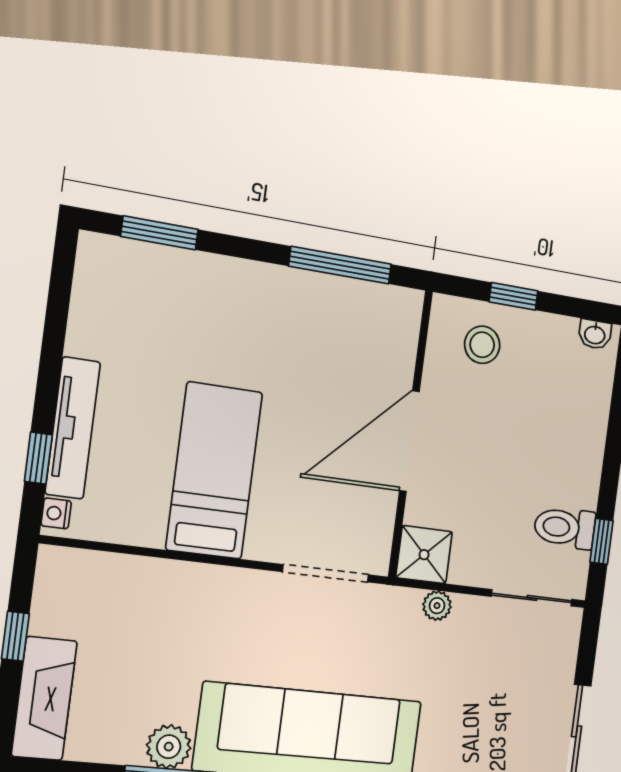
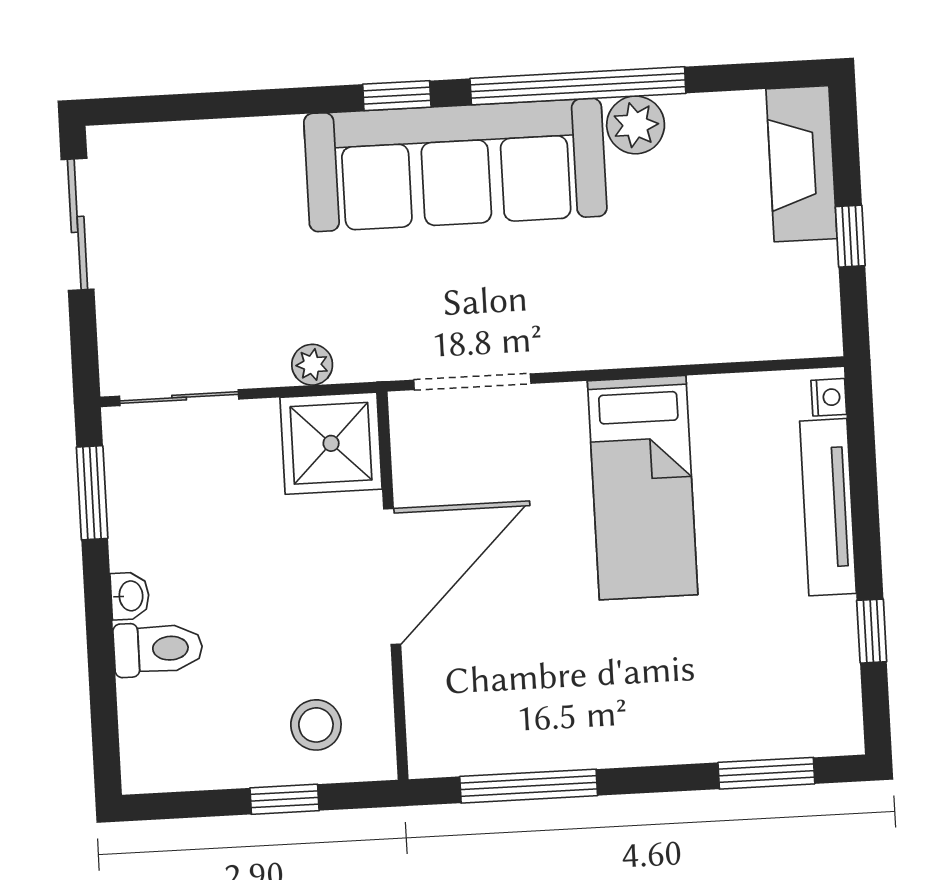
washbasin: (595, 334) -> (130, 596), moved, turned 90
window: (38, 458) -> (872, 631), moved
toilet: (565, 528) -> (158, 649), moved
window: (602, 541) -> (92, 493), width x1.50
shower: (424, 555) -> (331, 443), width x1.36, depth x1.36

